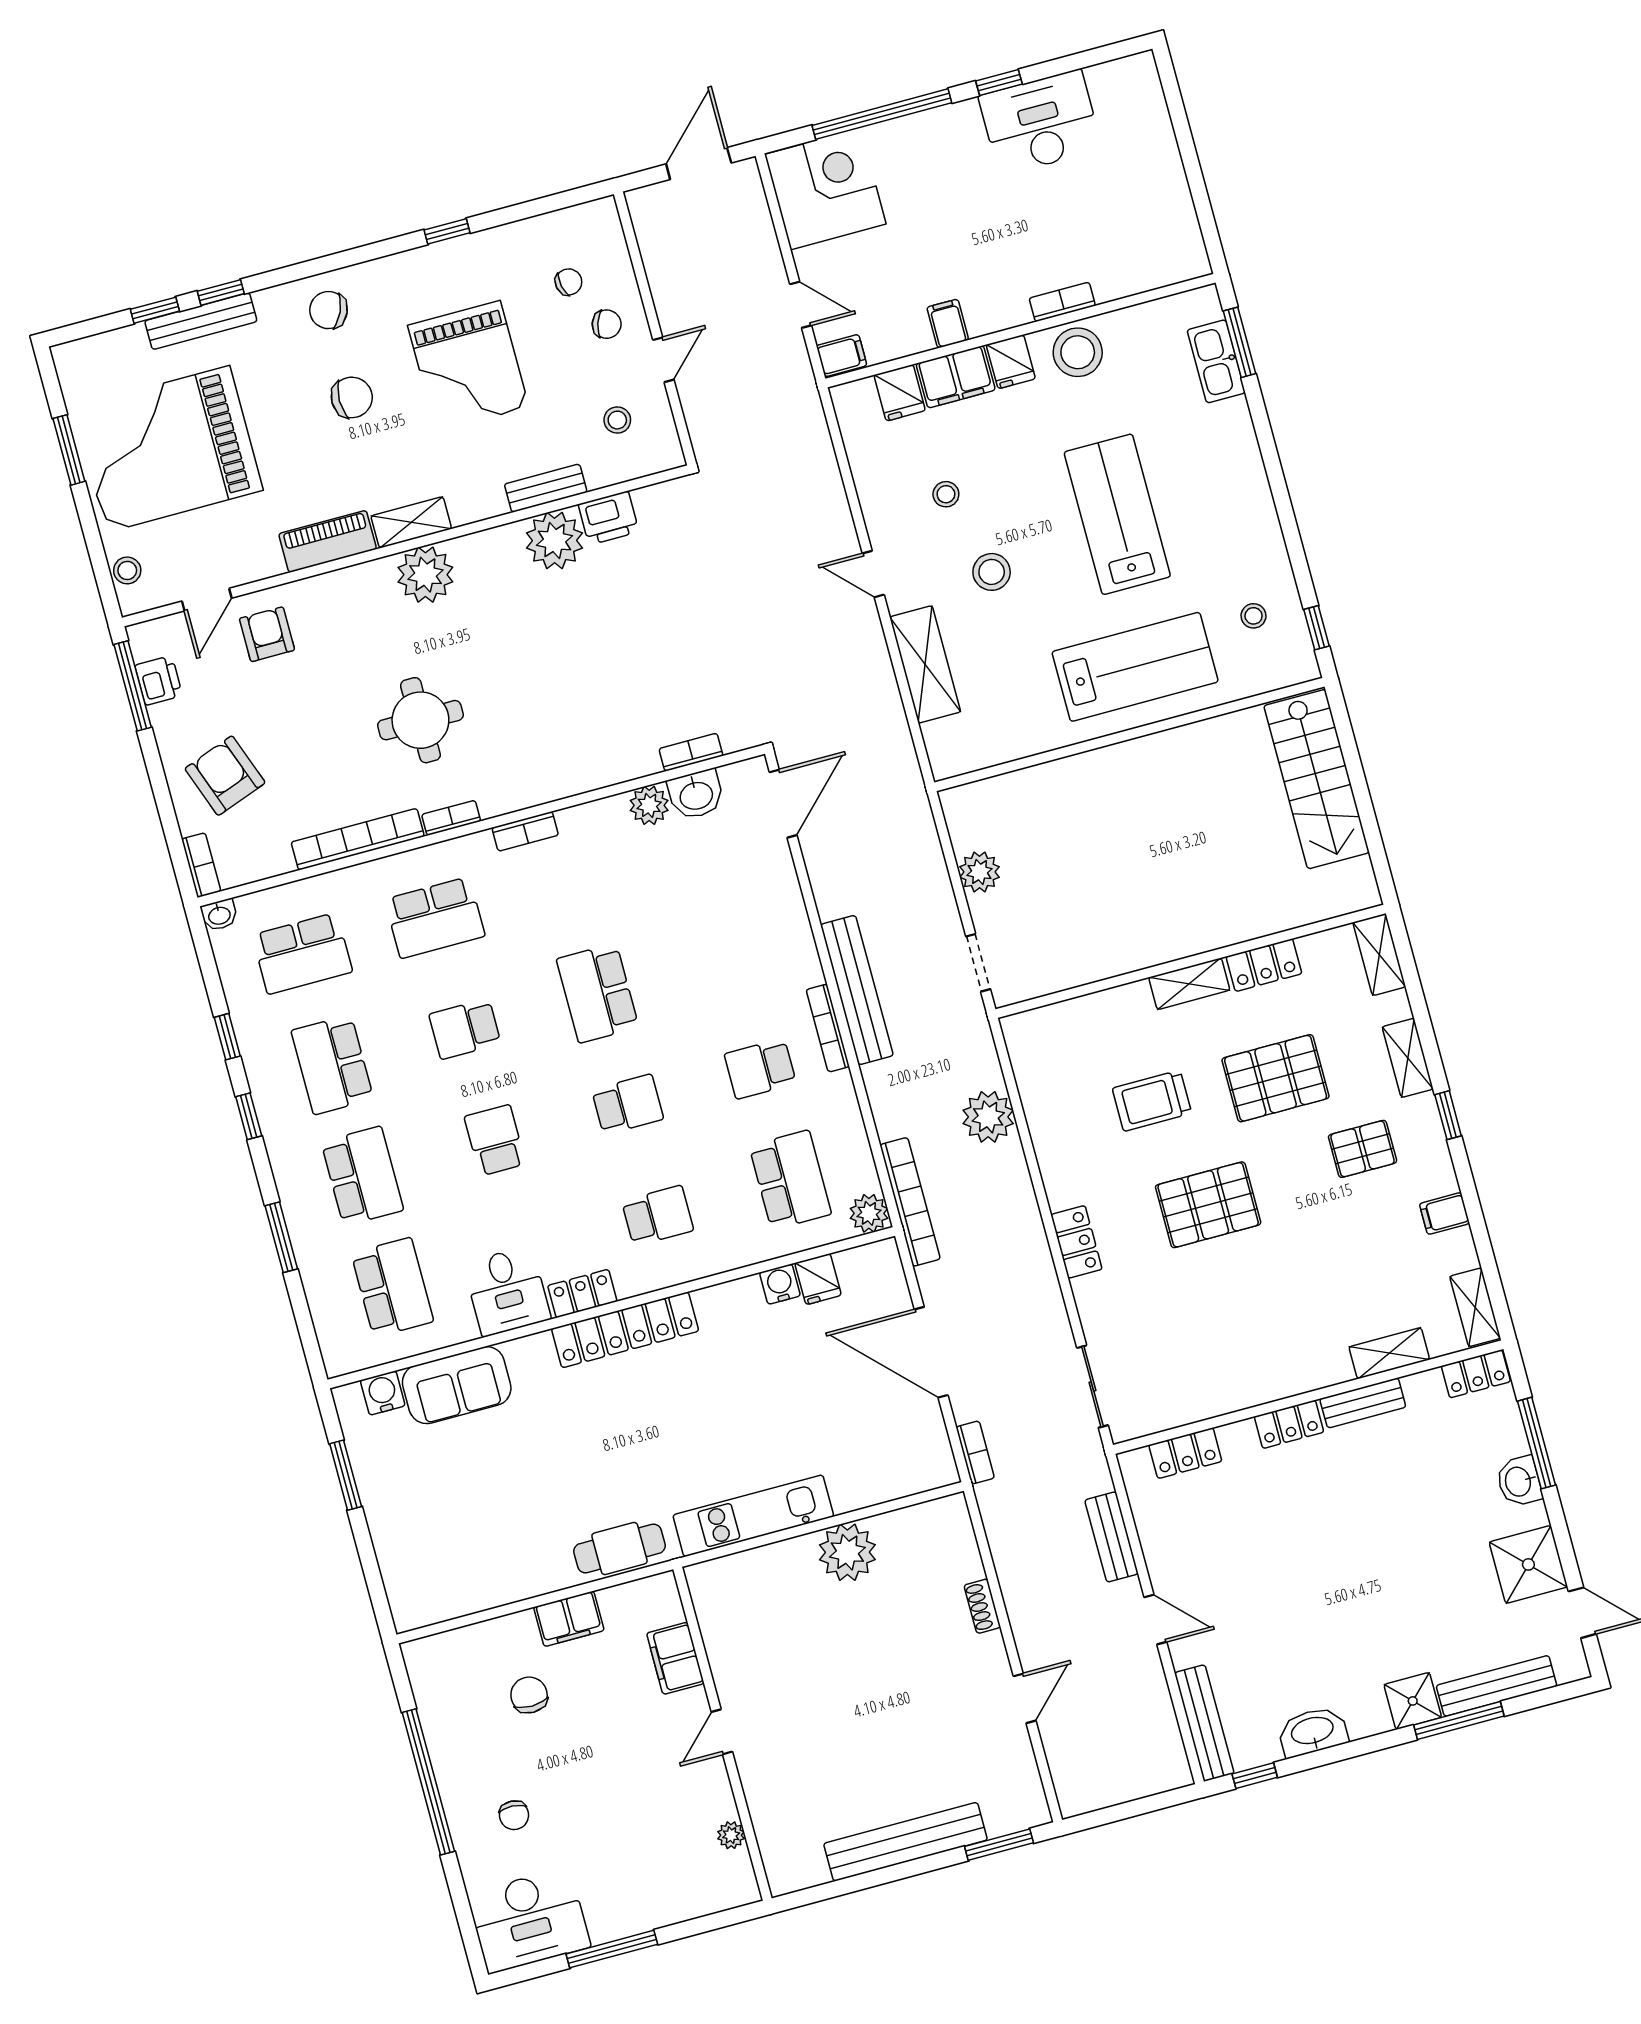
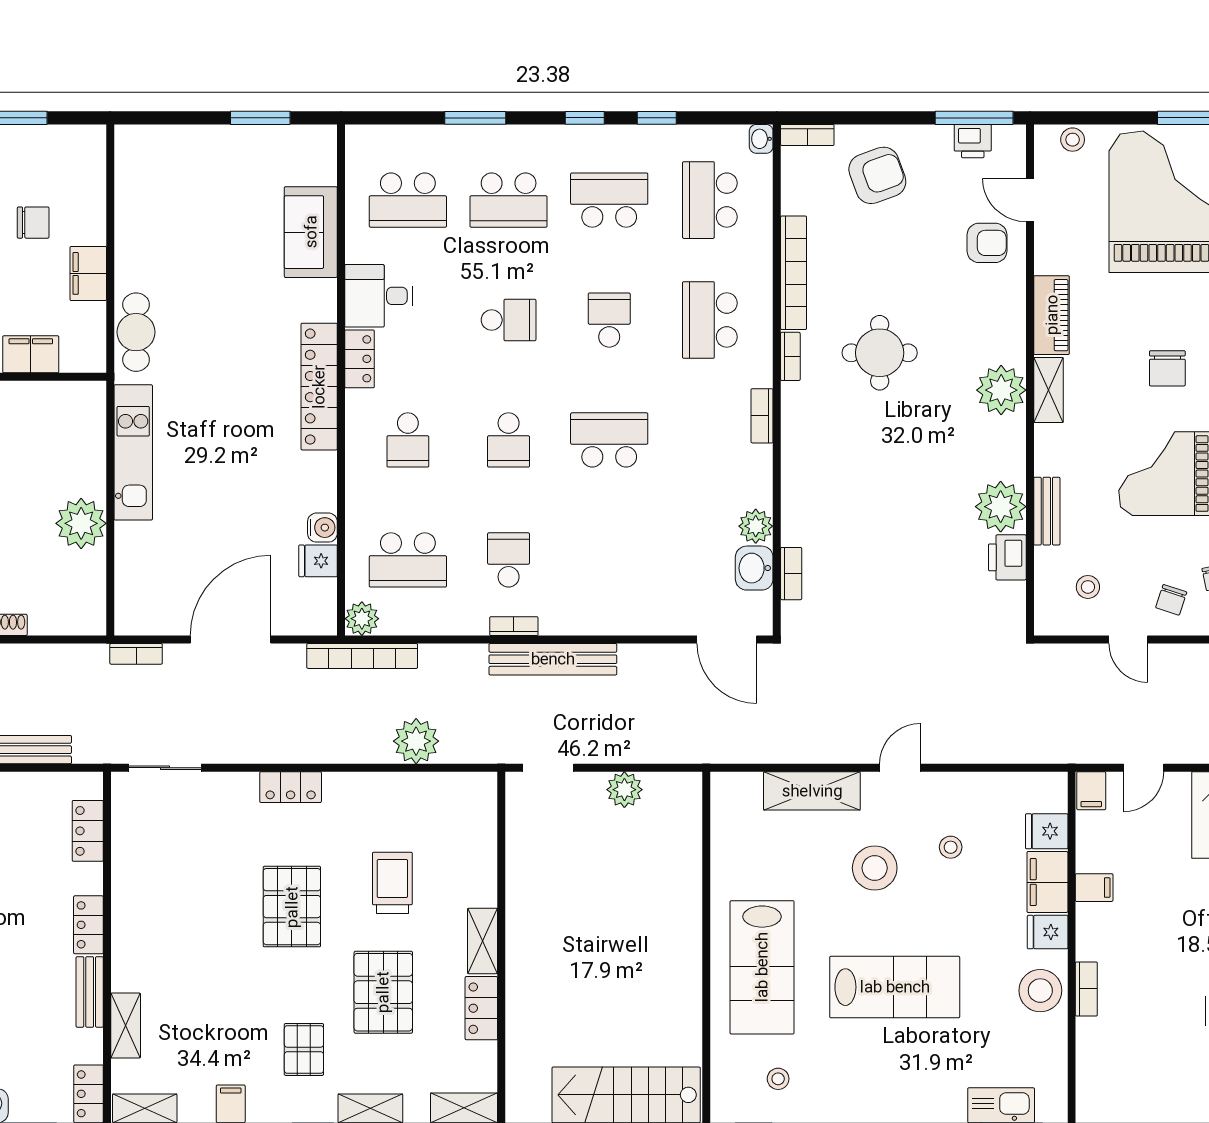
stool: (992, 572) -> (875, 868), width x1.38, depth x1.38
bookcase: (828, 1028) -> (514, 626), width x0.64
water cooler: (383, 1393) -> (321, 168), removed

